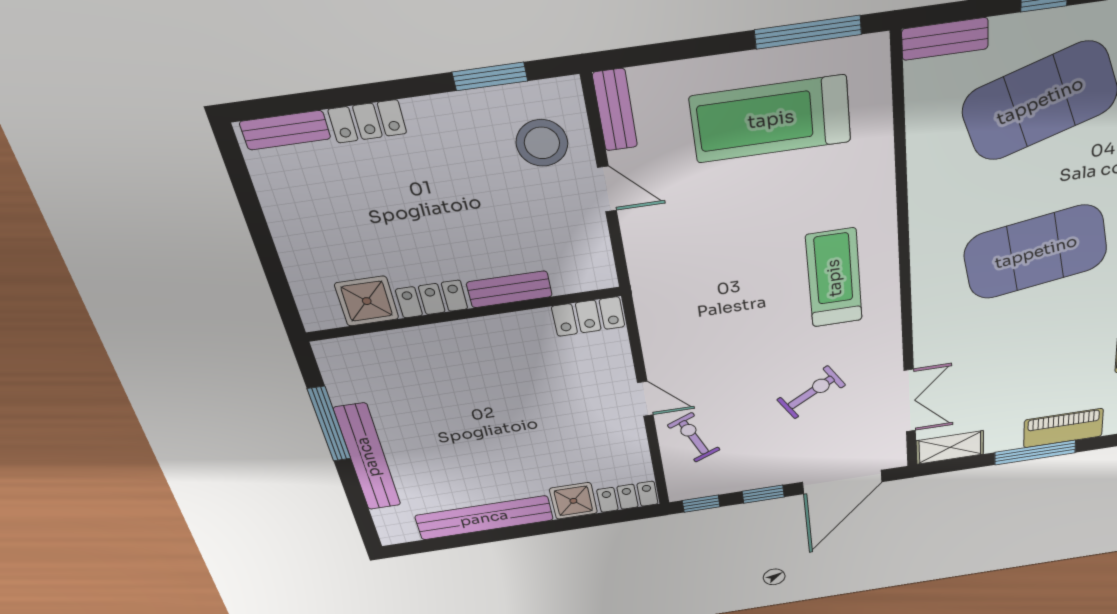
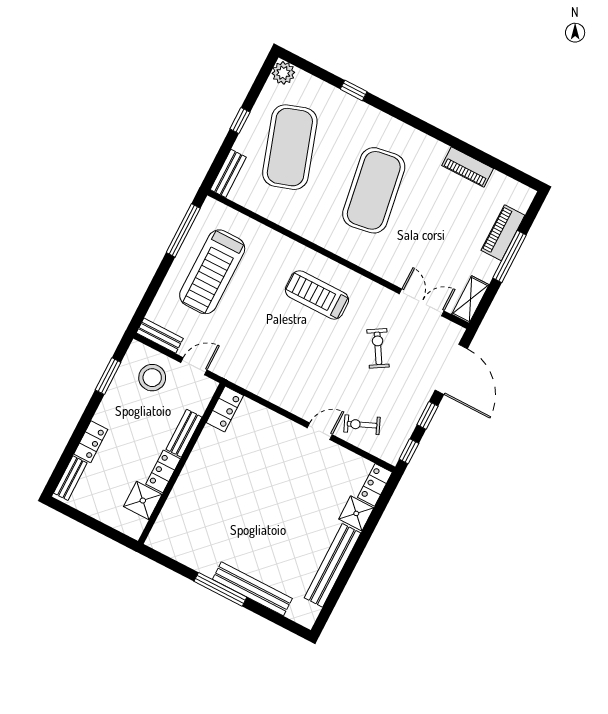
bench: (509, 289) -> (184, 433), moved
locker: (432, 299) -> (163, 471), moved
shower: (367, 301) -> (143, 501), moved
wall: (465, 314) -> (182, 463), moved
locker: (588, 316) -> (225, 409), moved

